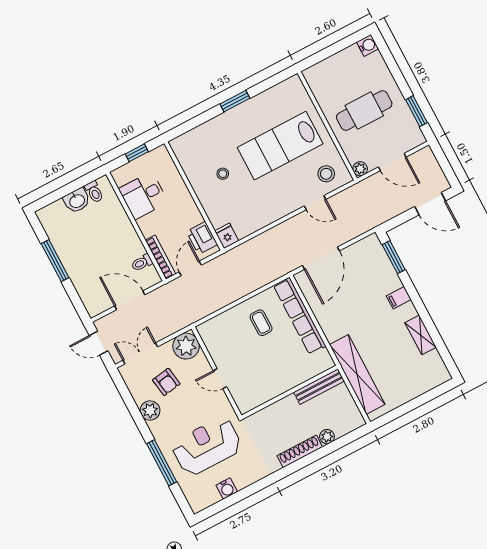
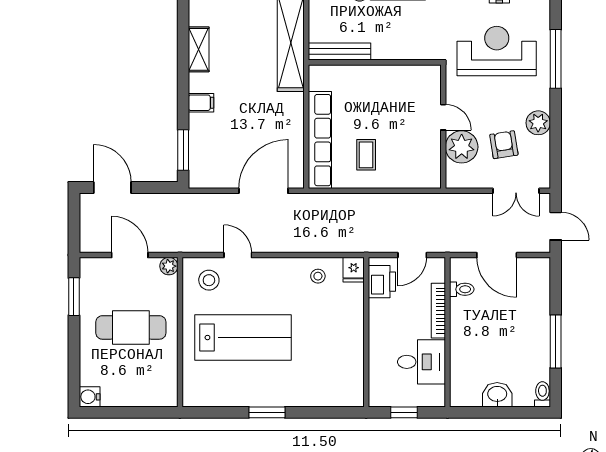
stool: (223, 174) -> (318, 276), moved
toilet: (94, 192) -> (542, 394), moved
bookcase: (160, 257) -> (438, 311), moved
plant: (186, 346) -> (462, 147), moved
reception desk: (207, 446) -> (497, 51), turned 180

